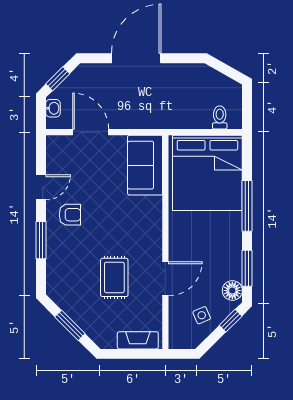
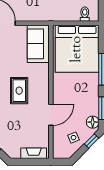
rug: (114, 277) -> (19, 91), moved

